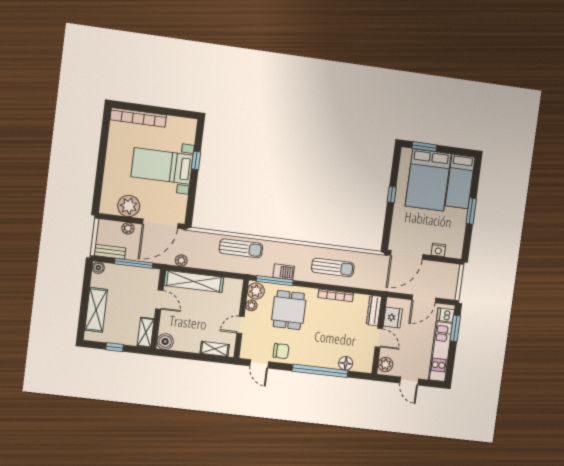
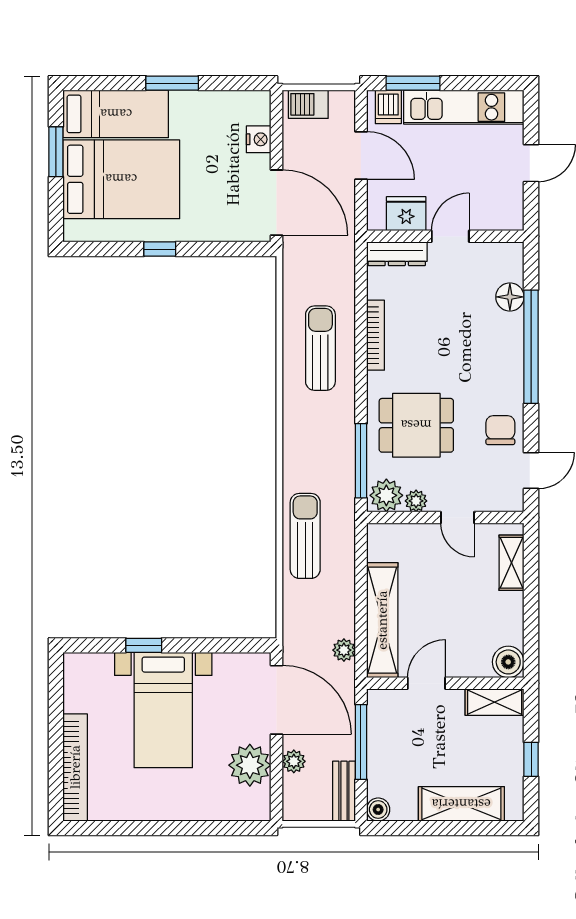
window: (424, 147) -> (56, 152), moved
barbecue: (284, 272) -> (308, 104), moved, turned -90
plant: (385, 365) -> (503, 216), removed

